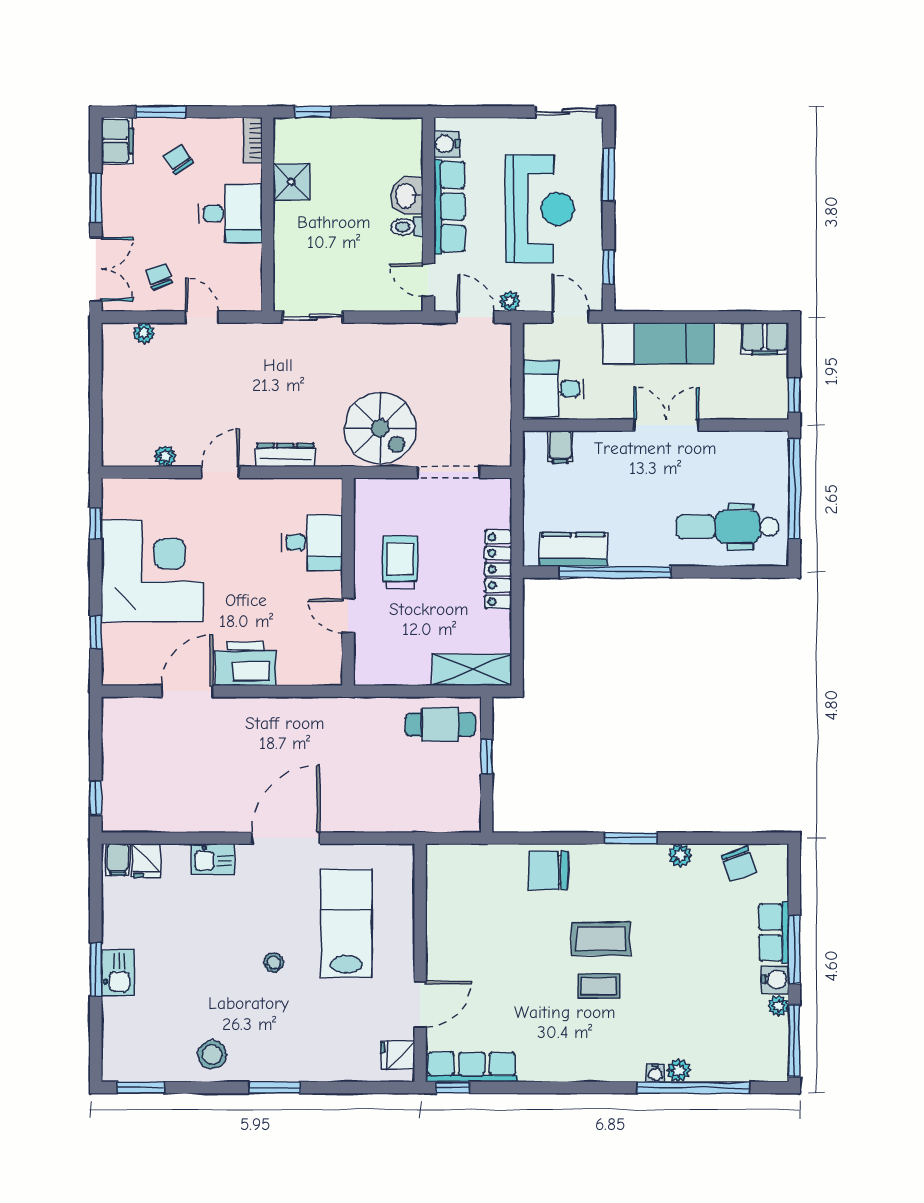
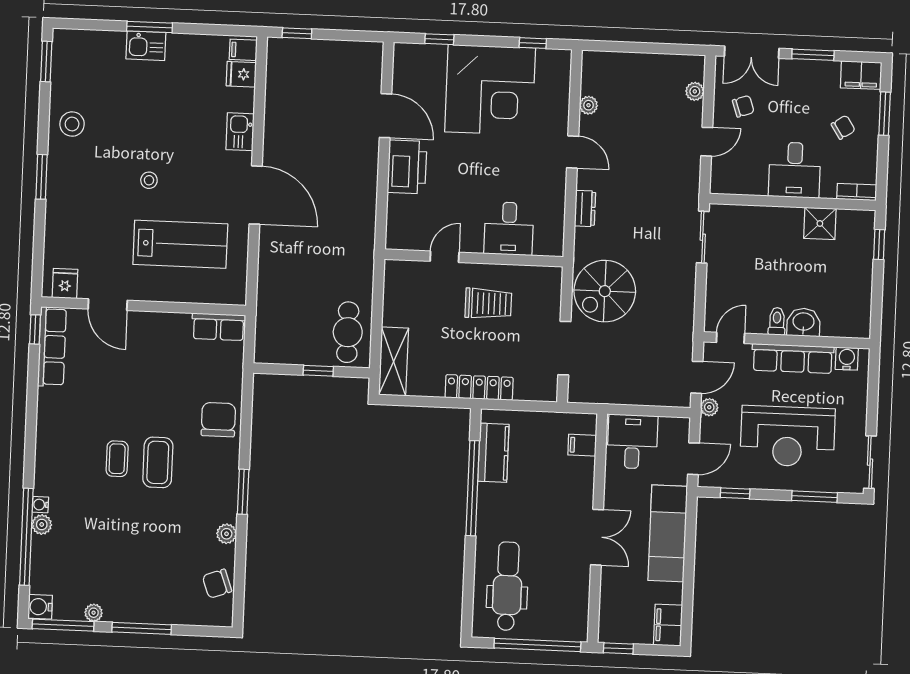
dresser: (285, 455) -> (585, 208), width x0.70
row of seats: (774, 932) -> (219, 327), moved, turned 180
water cooler: (775, 979) -> (40, 607), moved, turned 90

